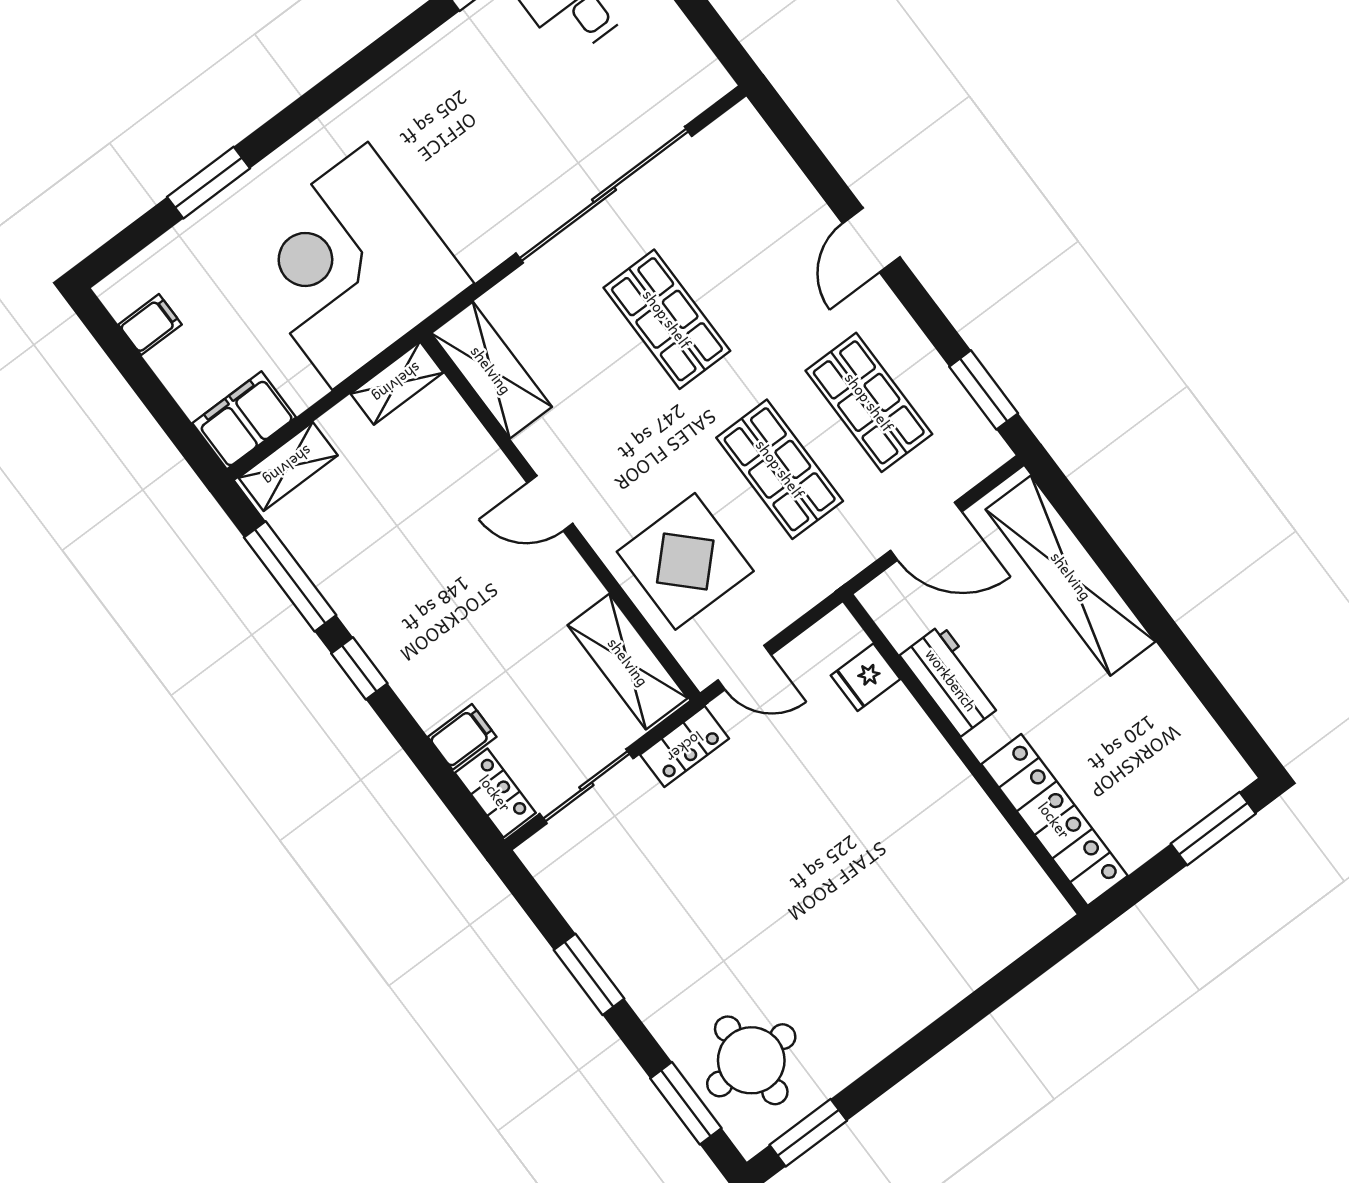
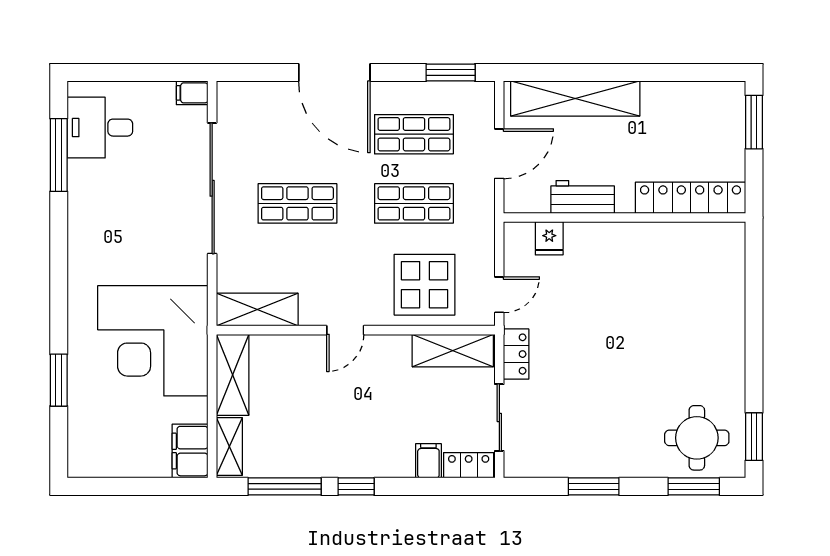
door: (871, 240) -> (334, 73), width x1.88
filing cabinet: (150, 325) -> (192, 93), moved, turned -90
shelving: (397, 383) -> (233, 375), width x1.50, depth x1.33

